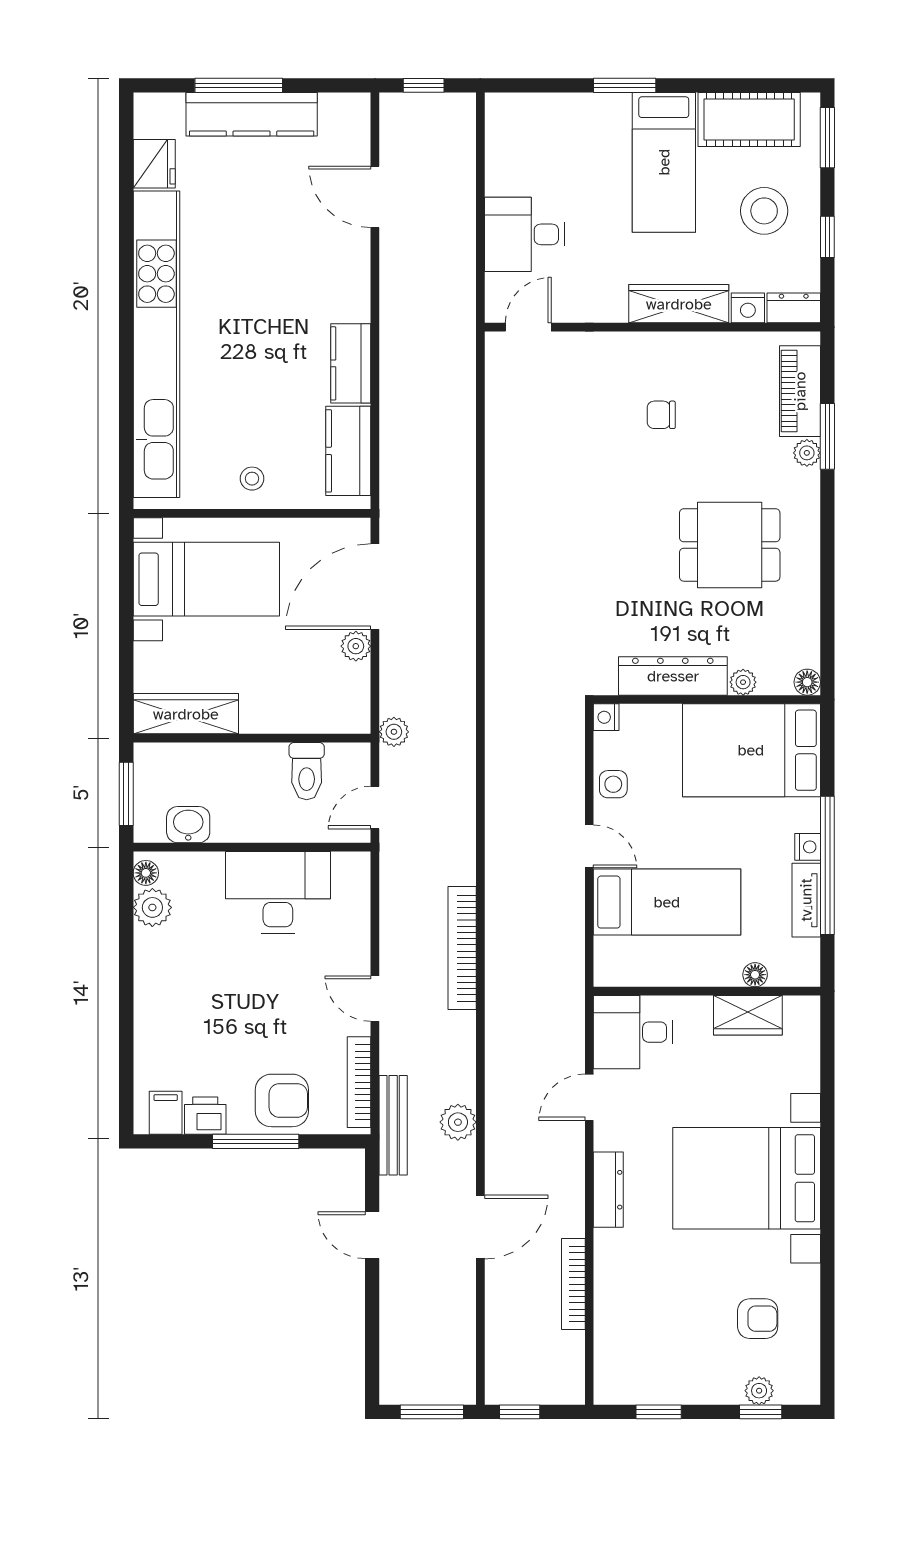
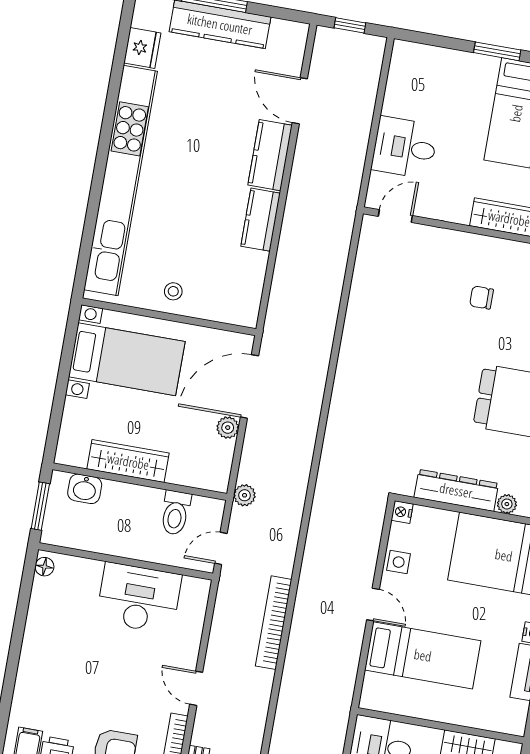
kitchen counter: (348, 451) -> (270, 155), moved
wardrobe: (186, 714) -> (128, 461), moved
washbasin: (188, 825) -> (85, 489), moved, turned 180
plant: (152, 907) -> (45, 593), removed
bookcase: (462, 948) -> (274, 623), moved
floor lamp: (755, 975) -> (478, 720), removed

